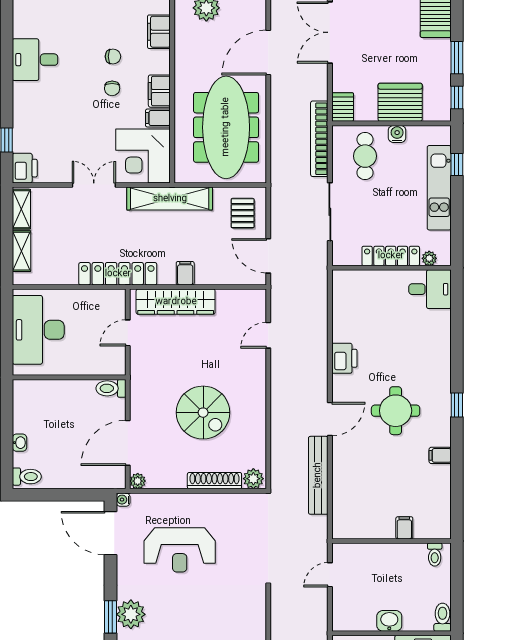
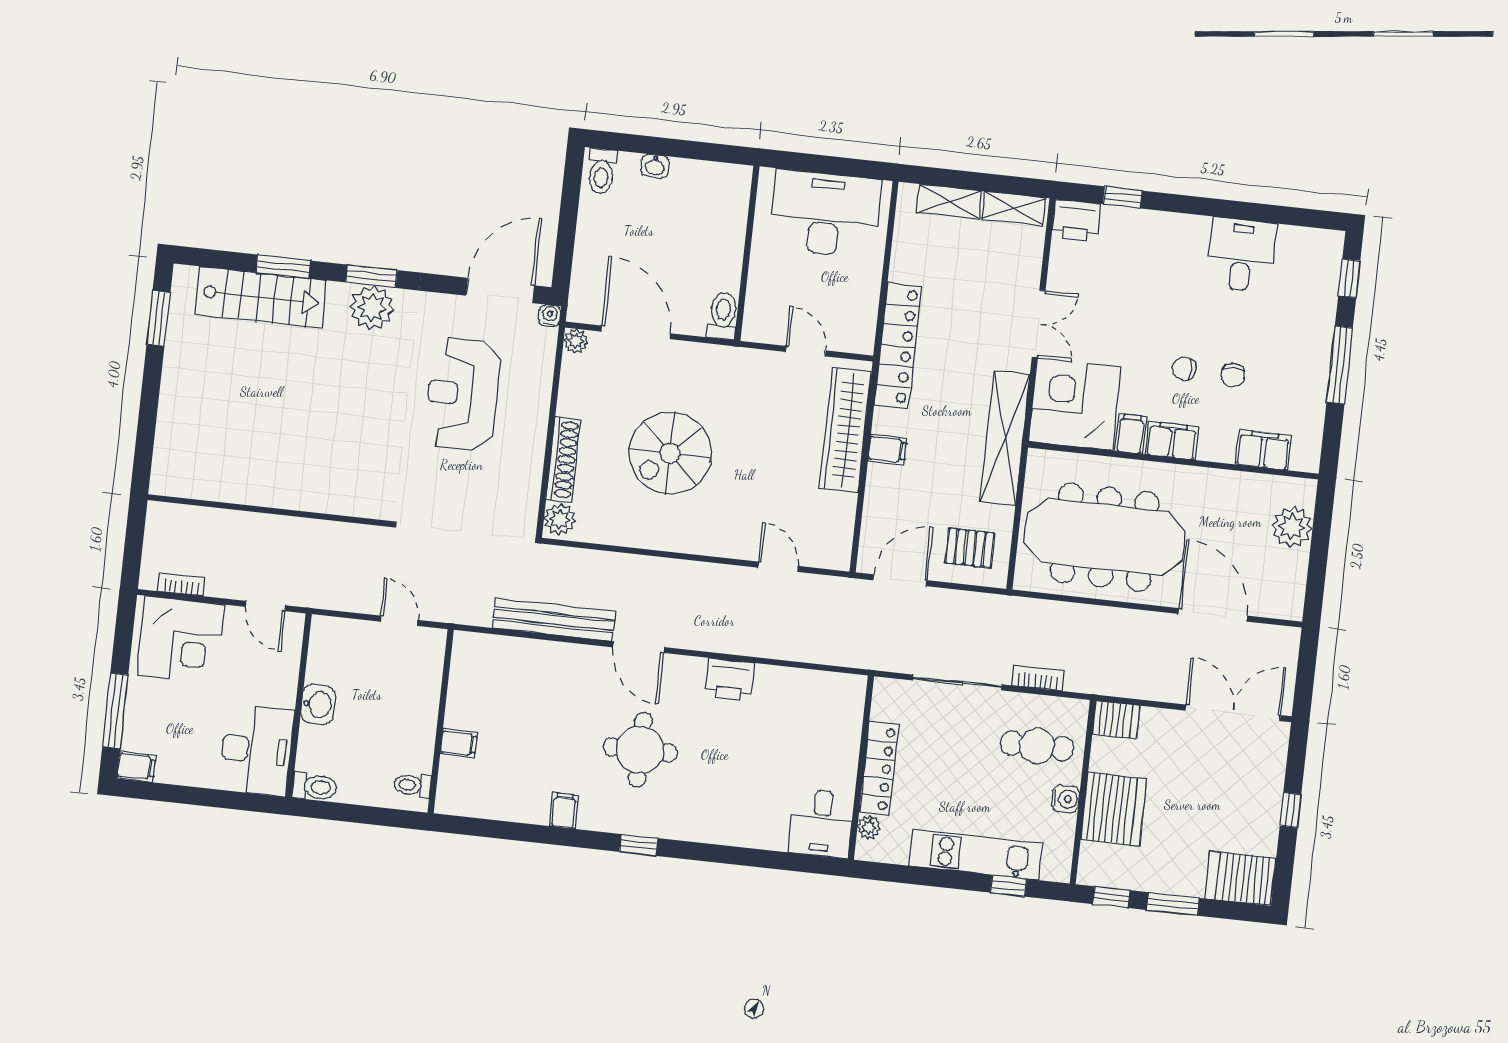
bookcase: (319, 139) -> (1038, 678), width x0.43, depth x0.76

